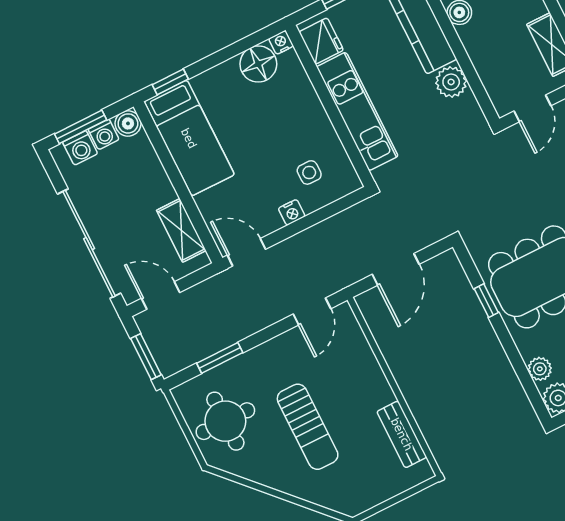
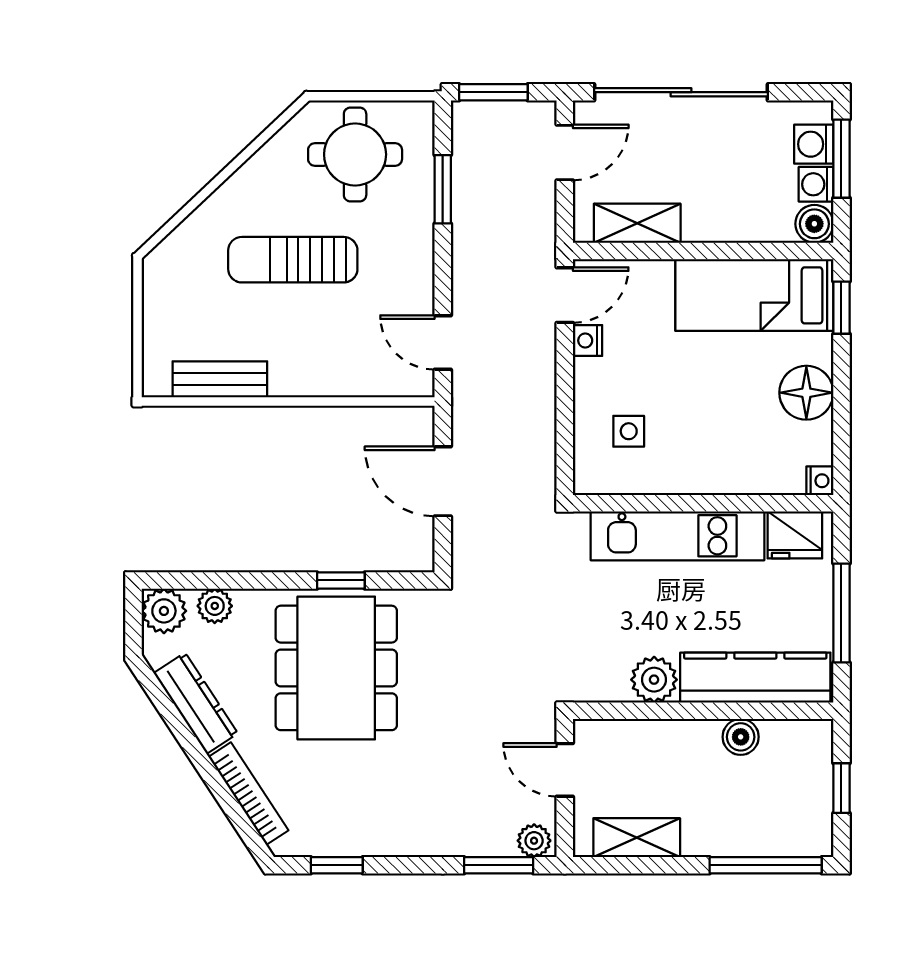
floor lamp: (258, 64) -> (806, 393), moved
nightstand: (292, 212) -> (588, 340), moved

